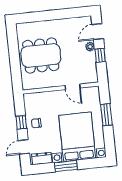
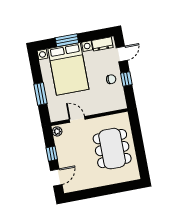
plant: (90, 47) -> (57, 131), moved
dining table: (41, 55) -> (112, 149), turned 90
window: (66, 166) -> (67, 40), moved

